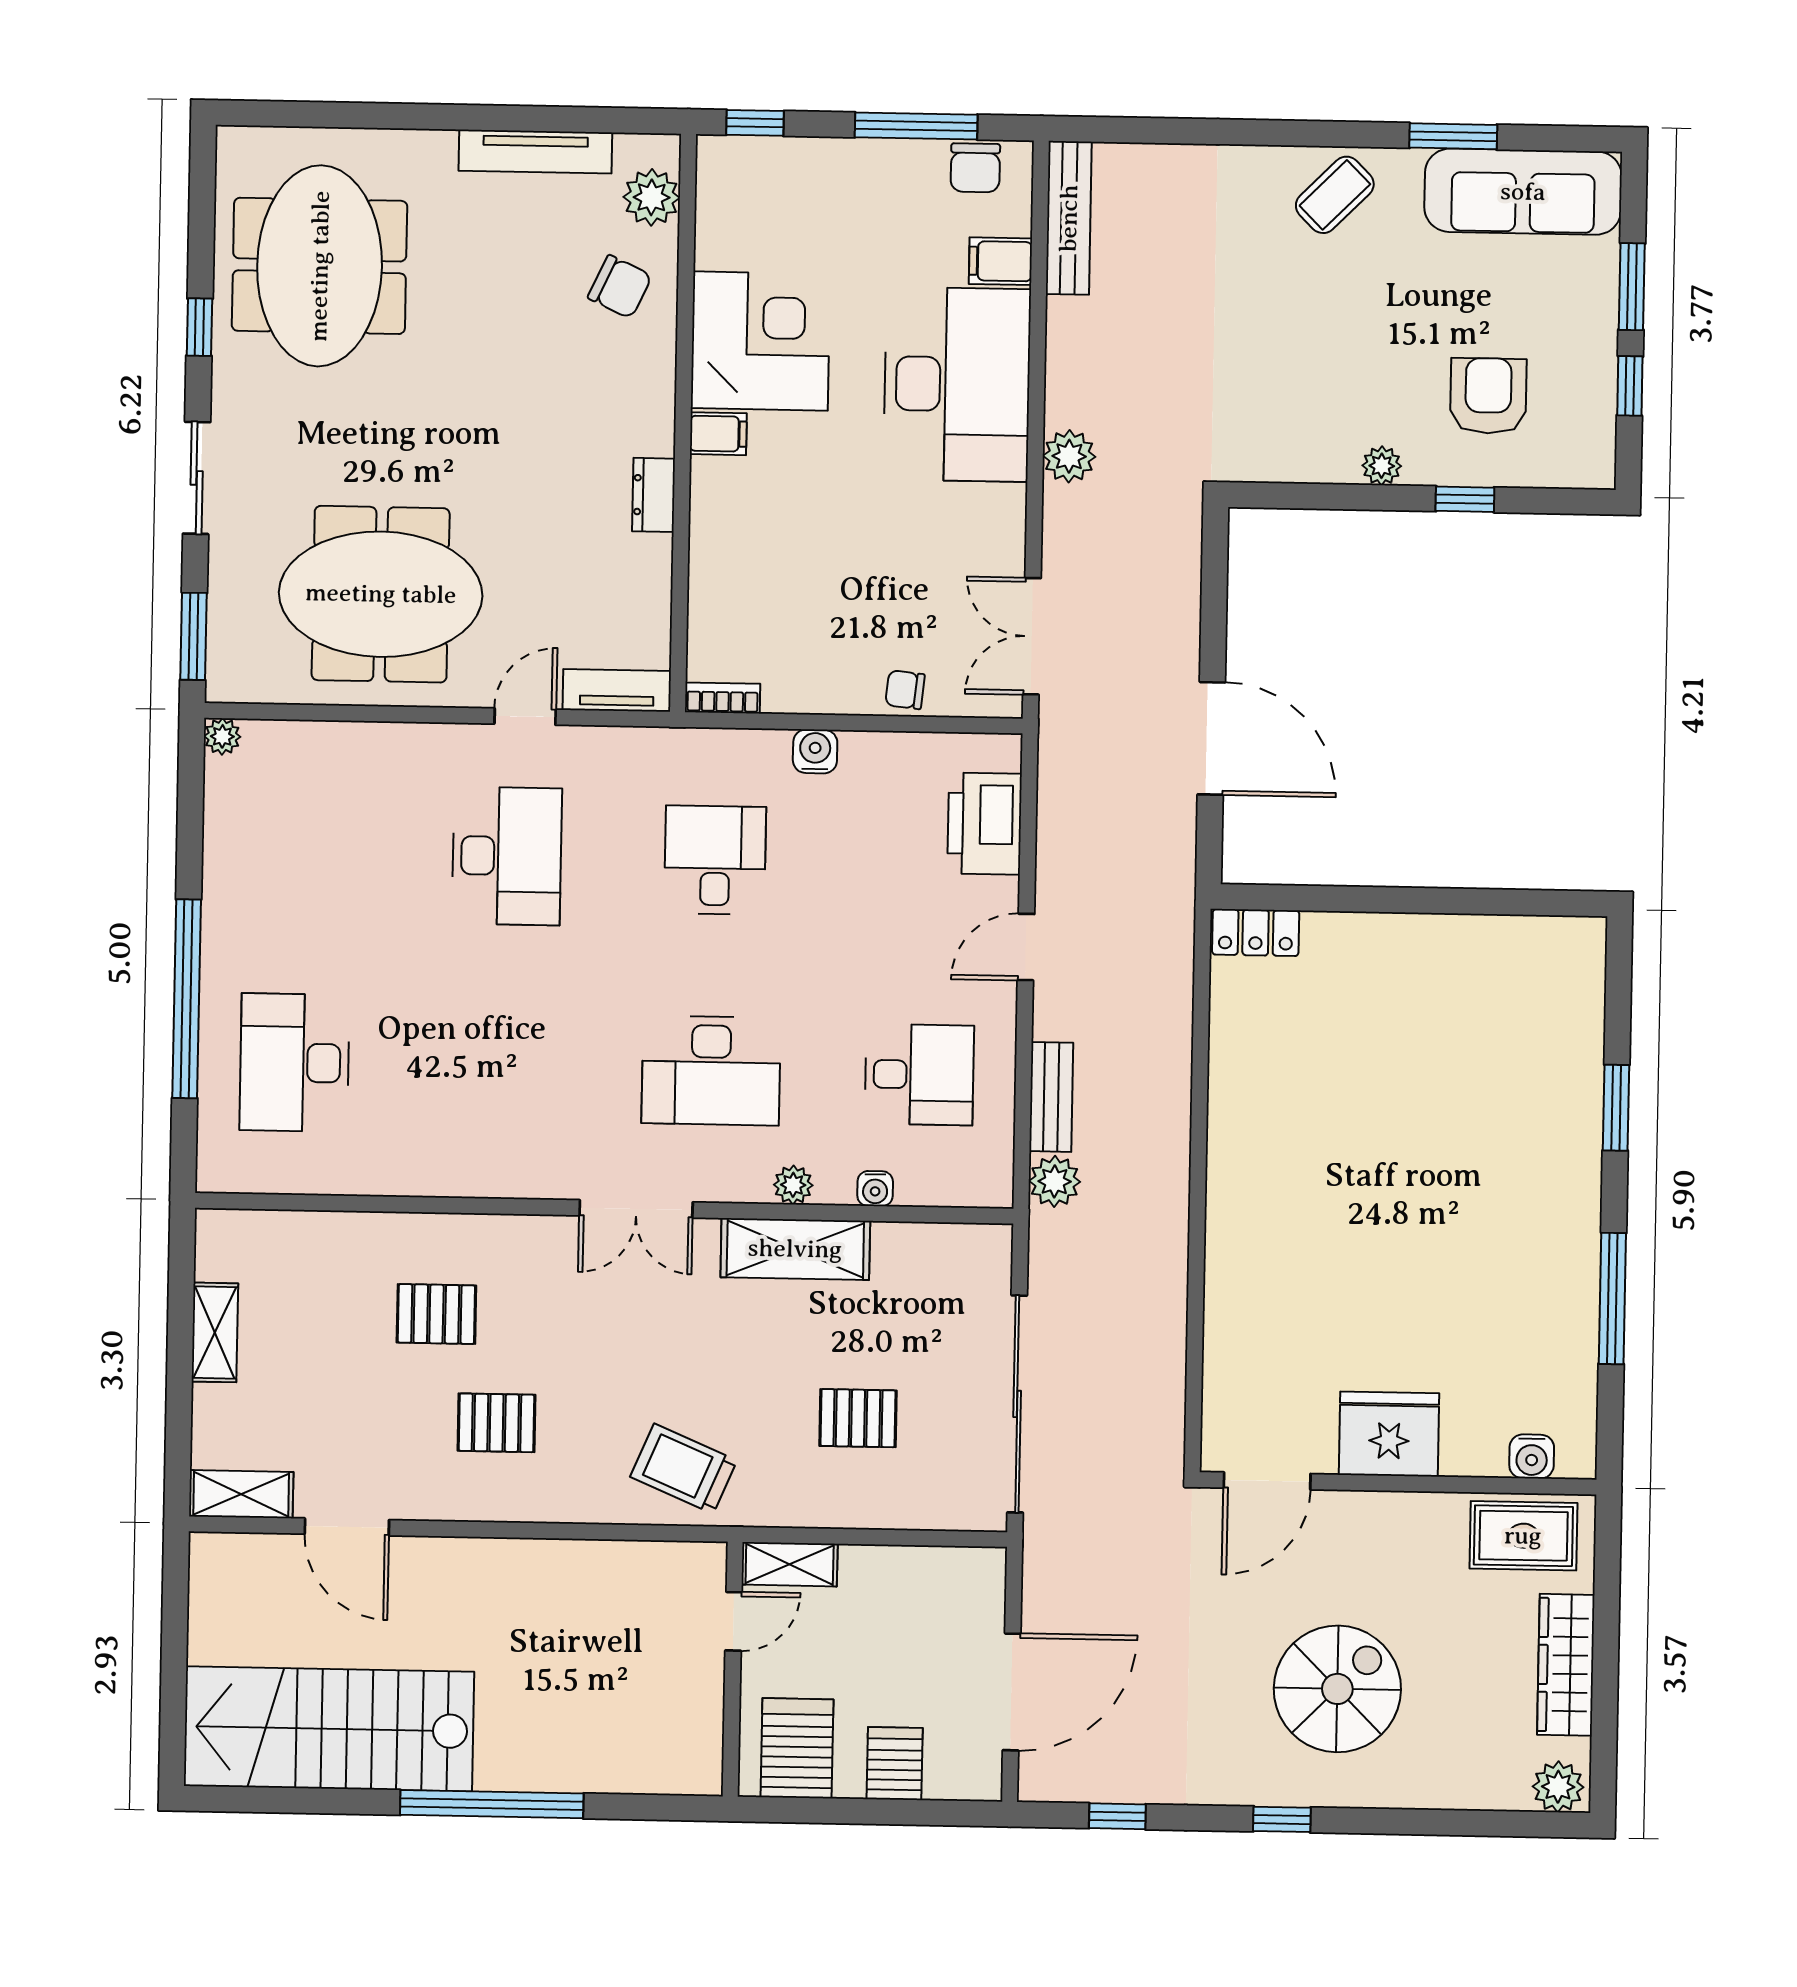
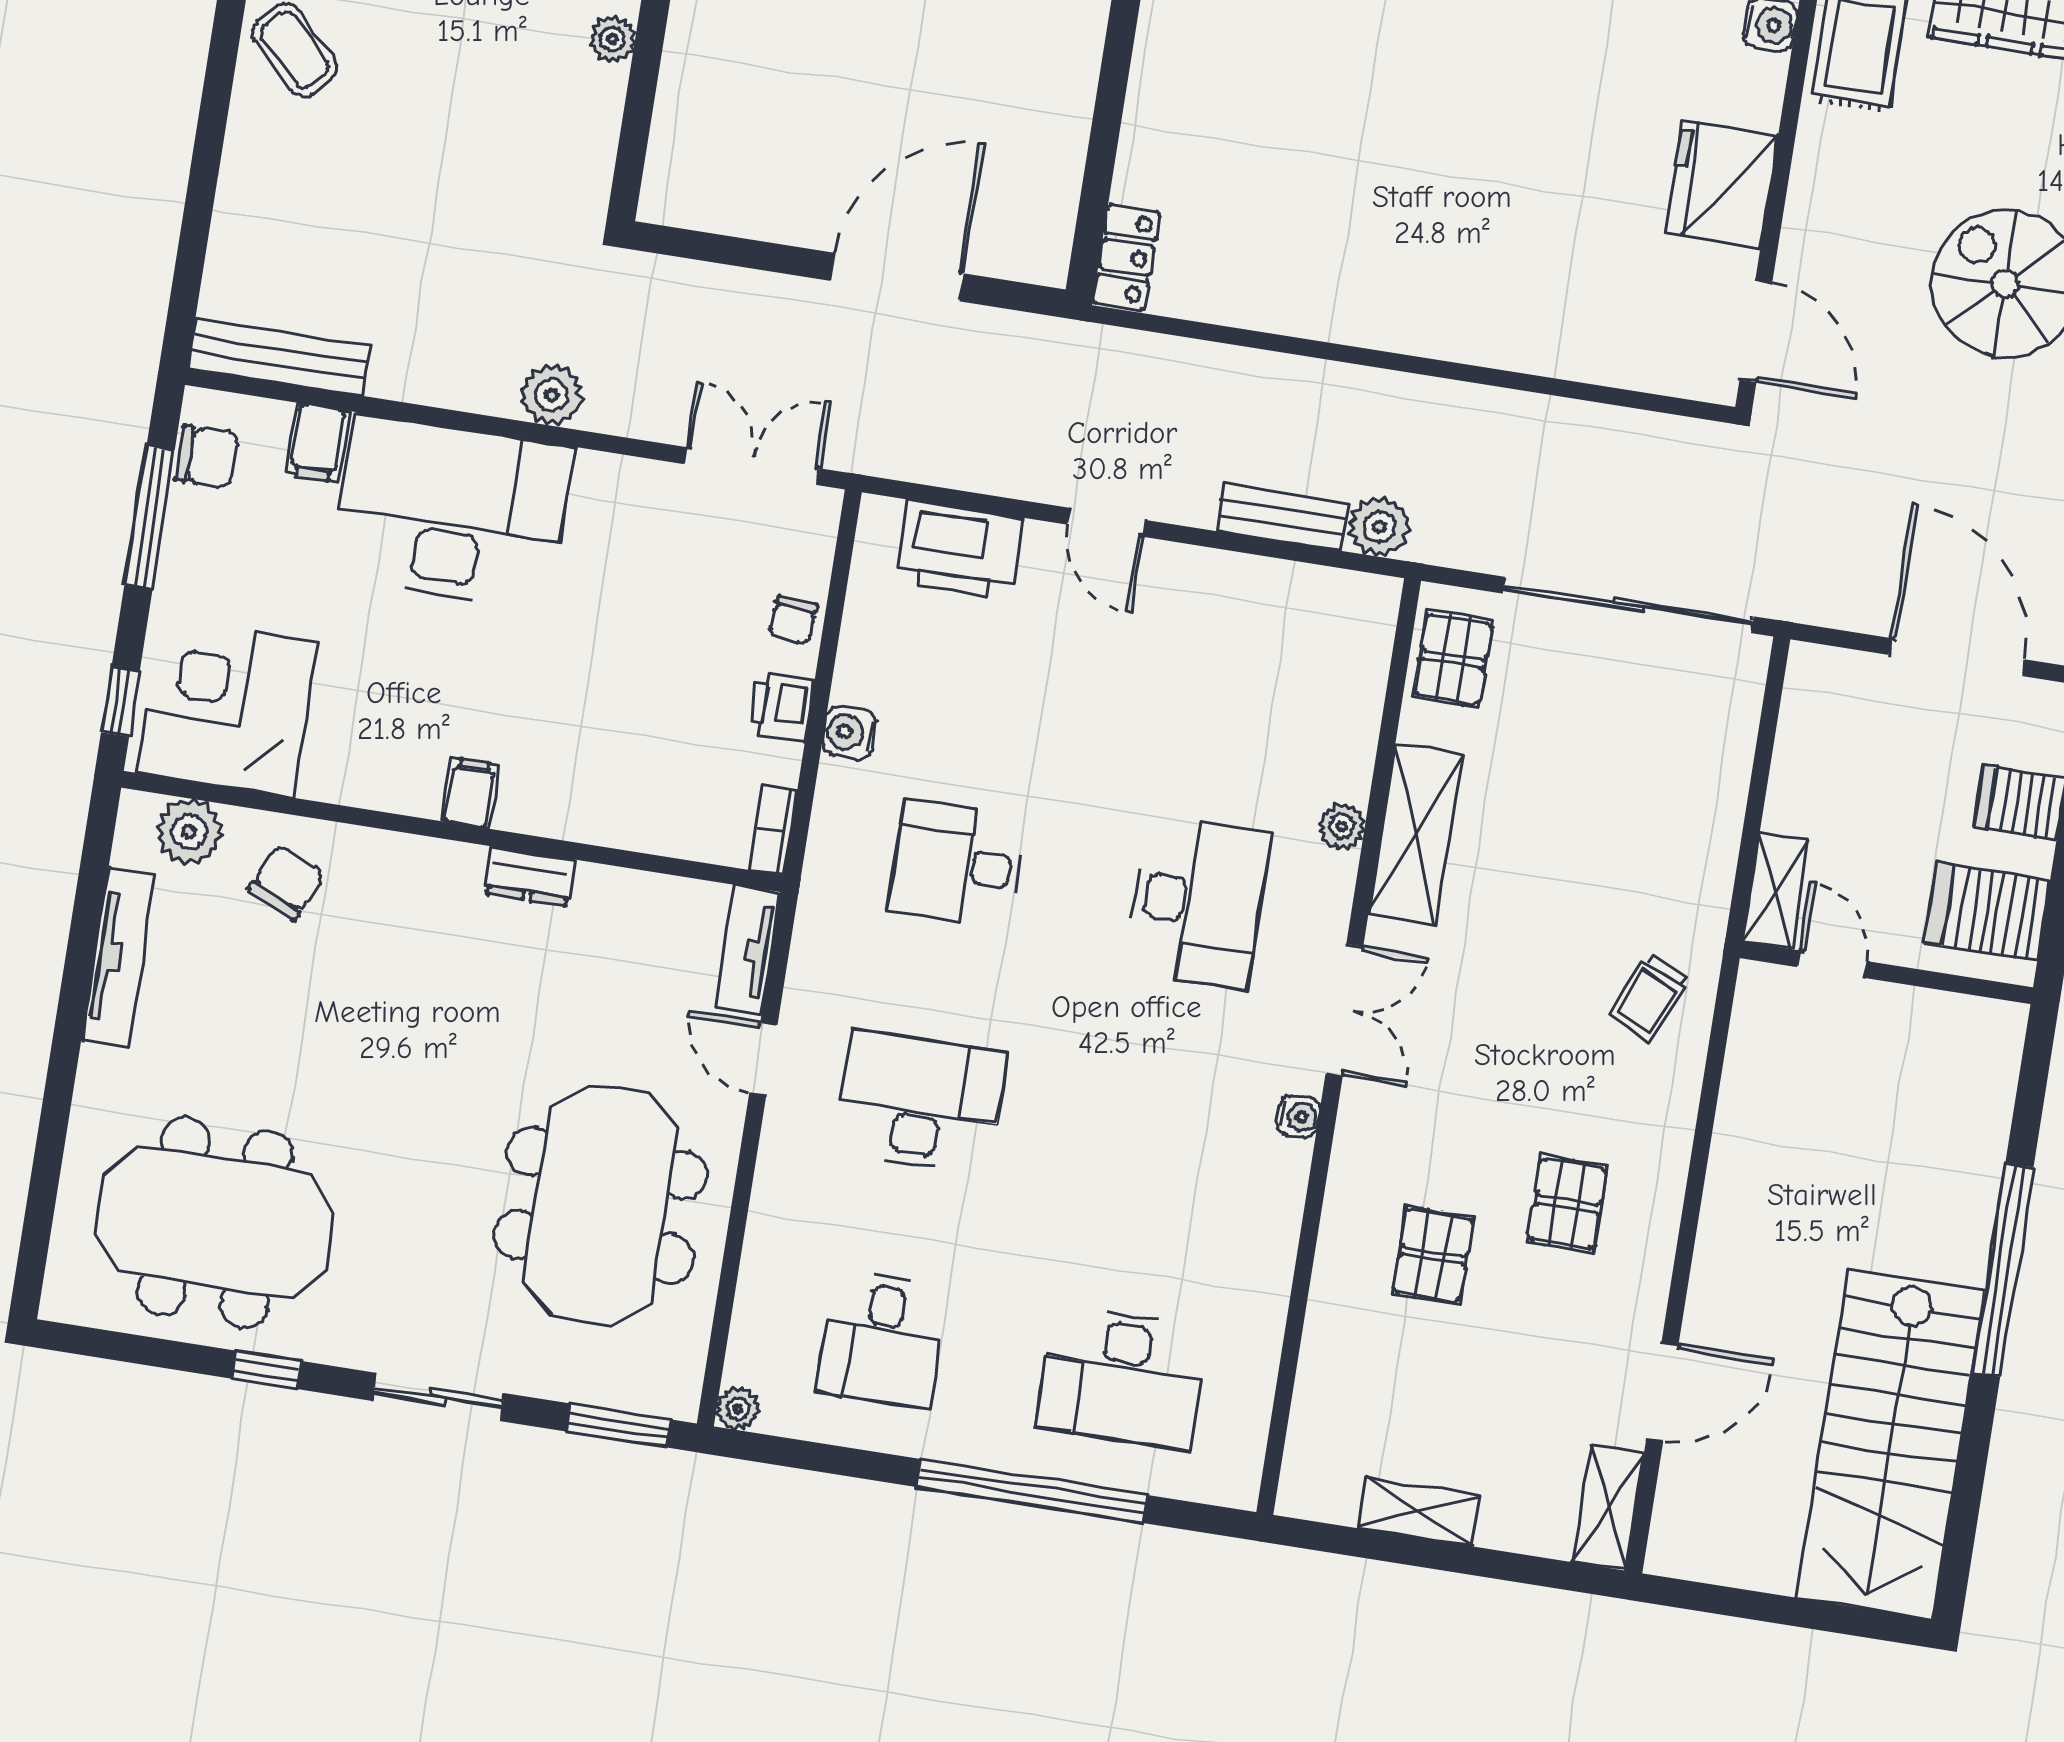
corner desk: (760, 341) -> (227, 707), moved
double door: (1032, 636) -> (752, 466), swing flipped
printer: (829, 691) -> (782, 707), added
desk: (919, 1075) -> (882, 1340), moved, turned 180
water cooler: (875, 1189) -> (1298, 1116), moved
pallet: (858, 1418) -> (1453, 659), moved
trolley: (684, 1469) -> (1649, 997), width x0.73, depth x0.72

